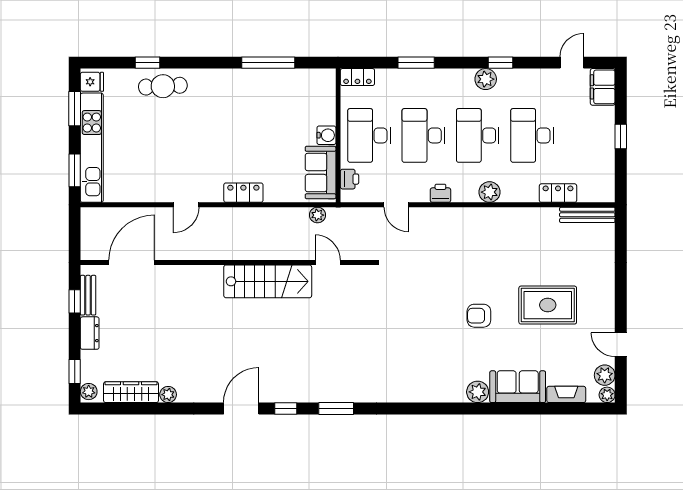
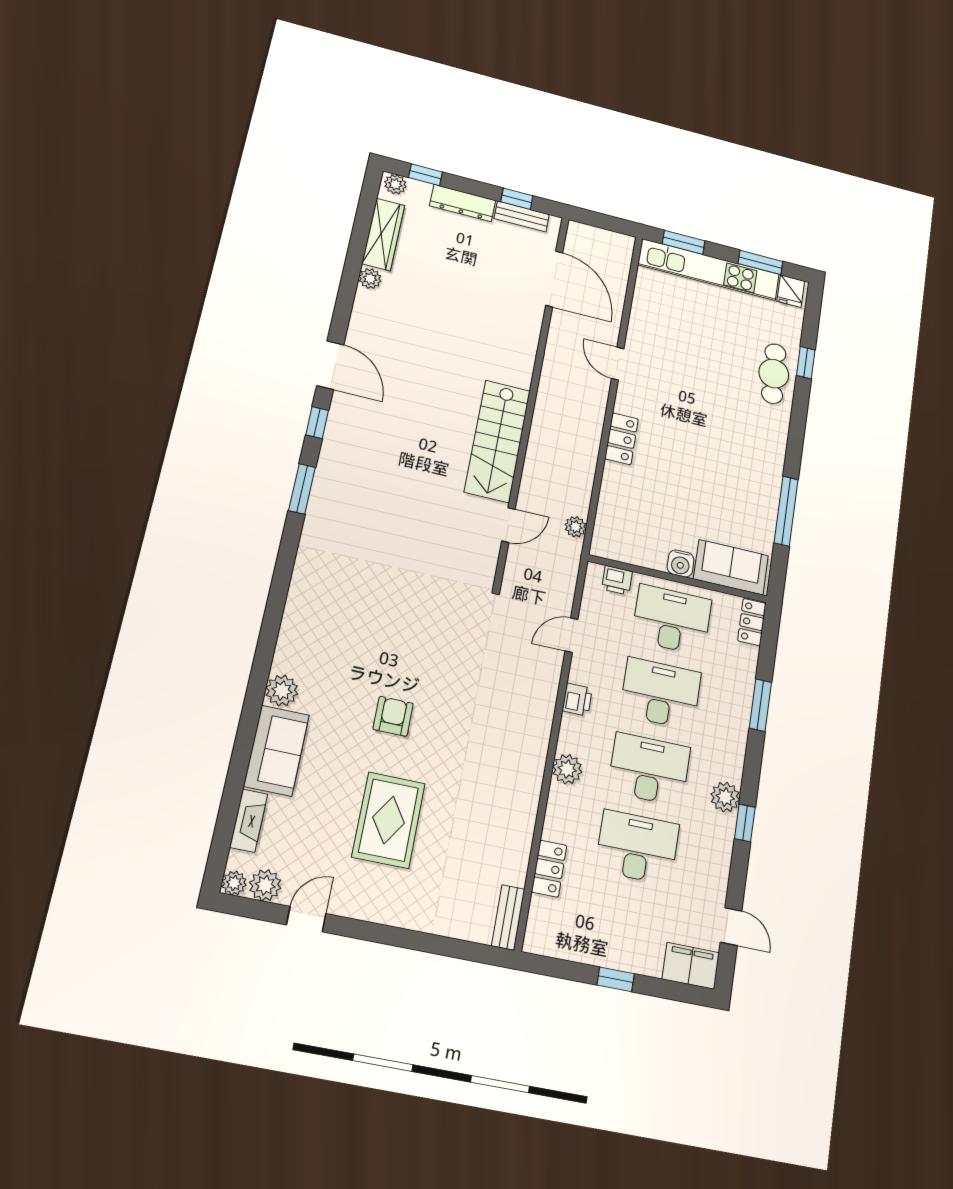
sofa: (321, 173) -> (731, 567), moved
bench: (587, 215) -> (508, 917), width x0.73
dresser: (90, 333) -> (463, 203), width x1.44

